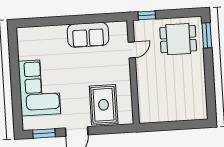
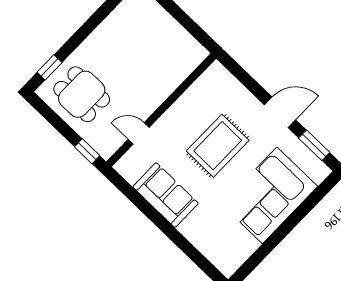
window: (207, 35) -> (50, 67), width x0.67
rug: (104, 105) -> (218, 146), moved

